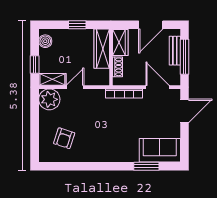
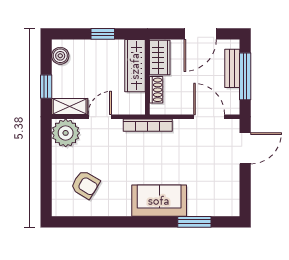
bookcase: (124, 94) -> (148, 125), moved
armchair: (64, 138) -> (85, 185), turned -77
sofa: (160, 150) -> (159, 201), moved

